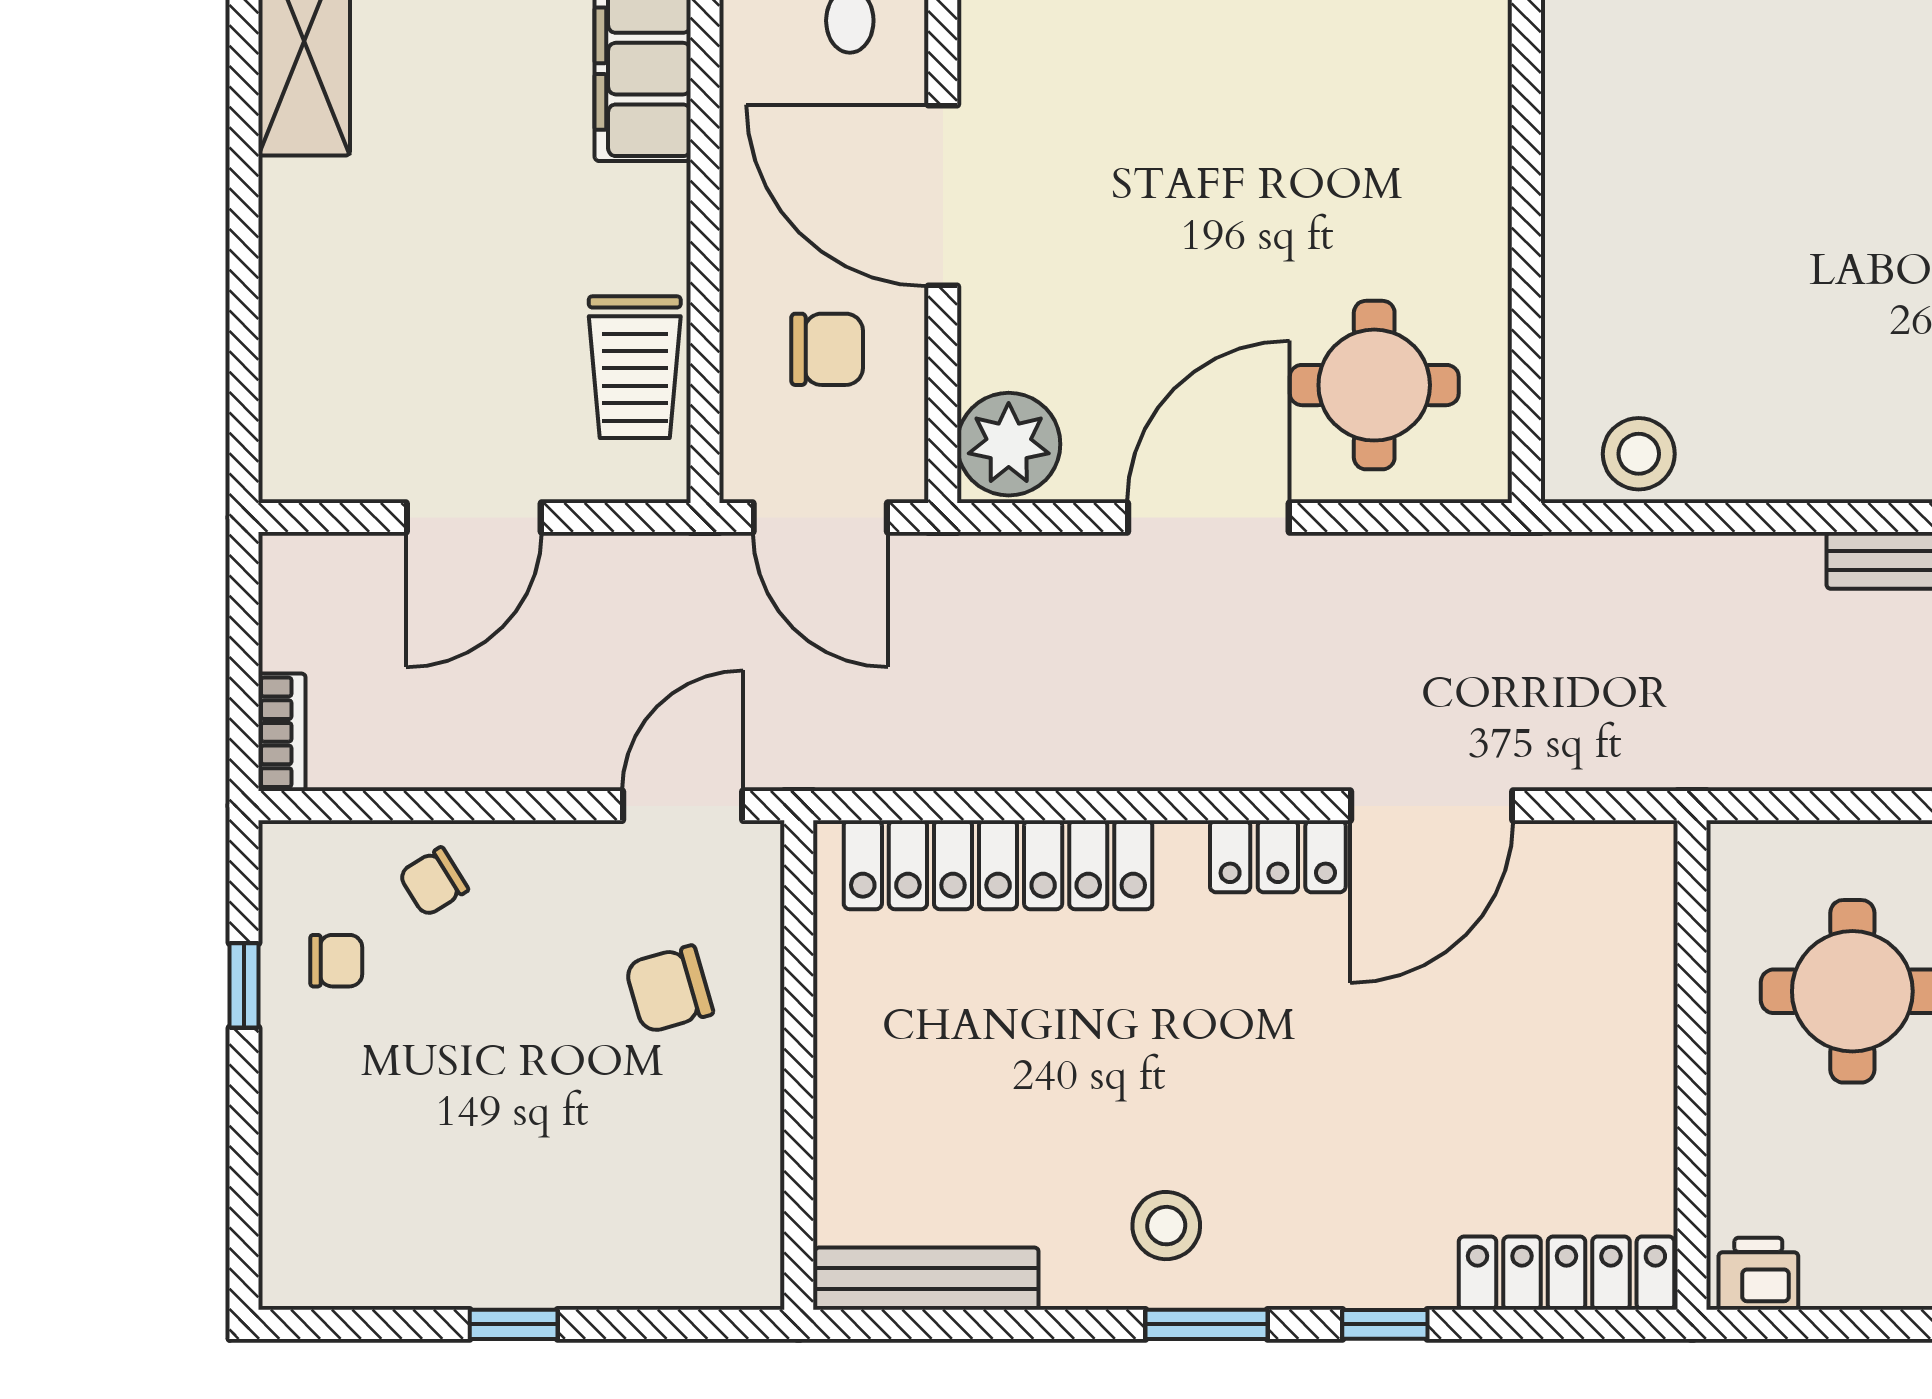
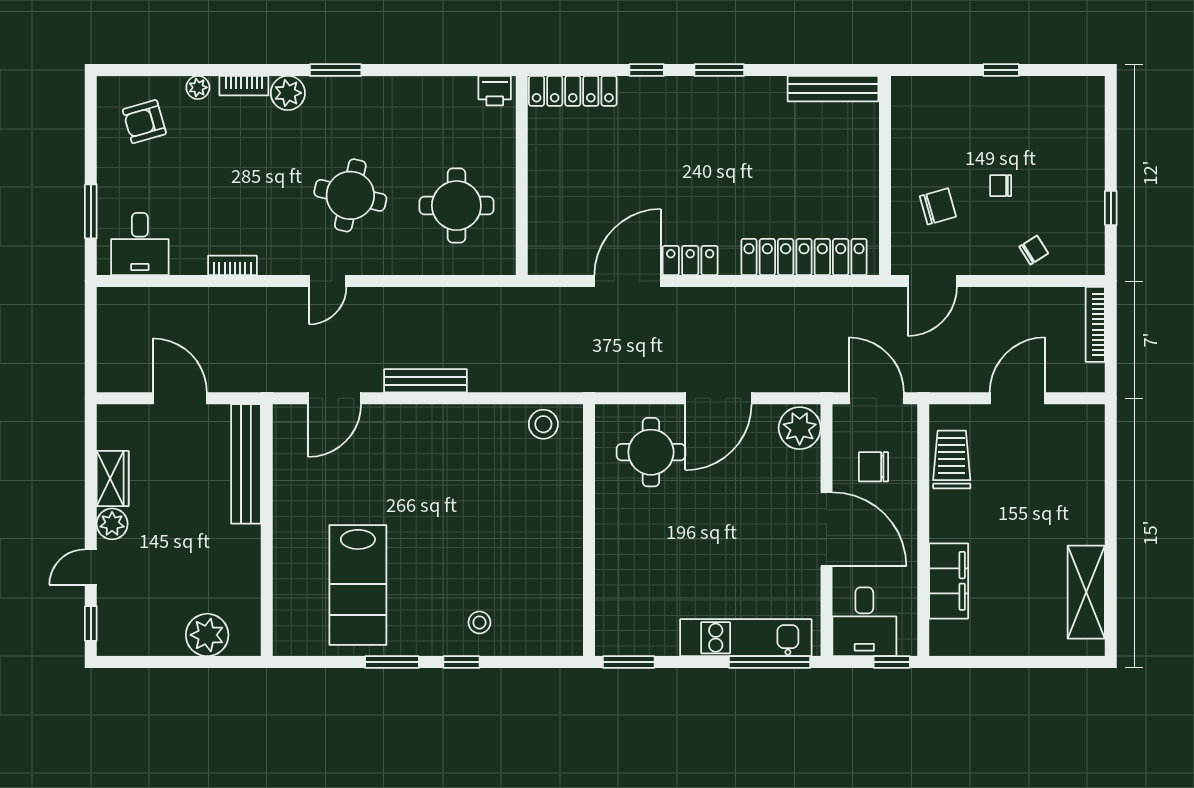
bookcase: (282, 732) -> (1095, 324), width x1.56
chair: (336, 961) -> (1001, 186), moved
stool: (1166, 1226) -> (736, 110), removed

